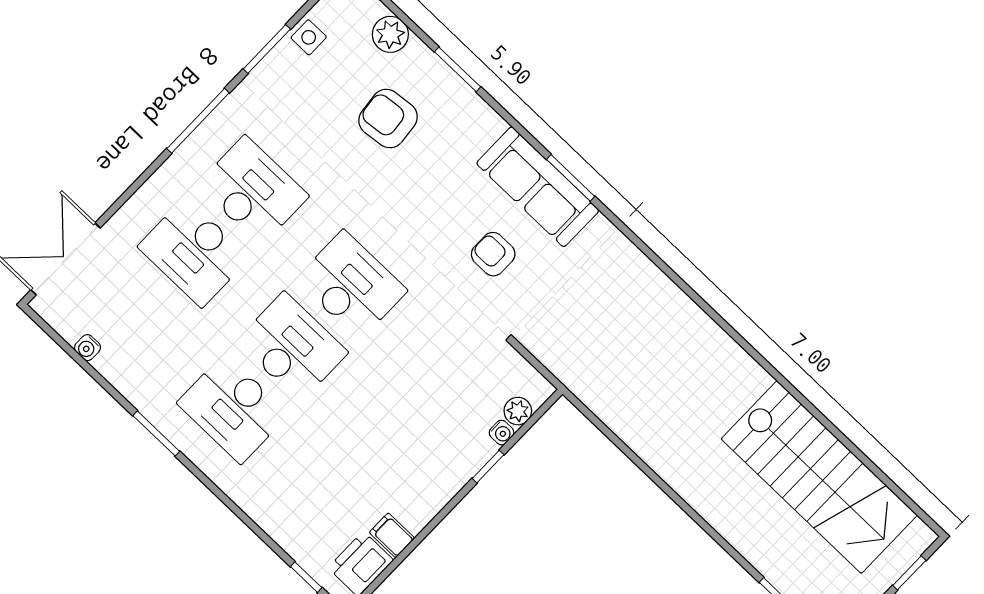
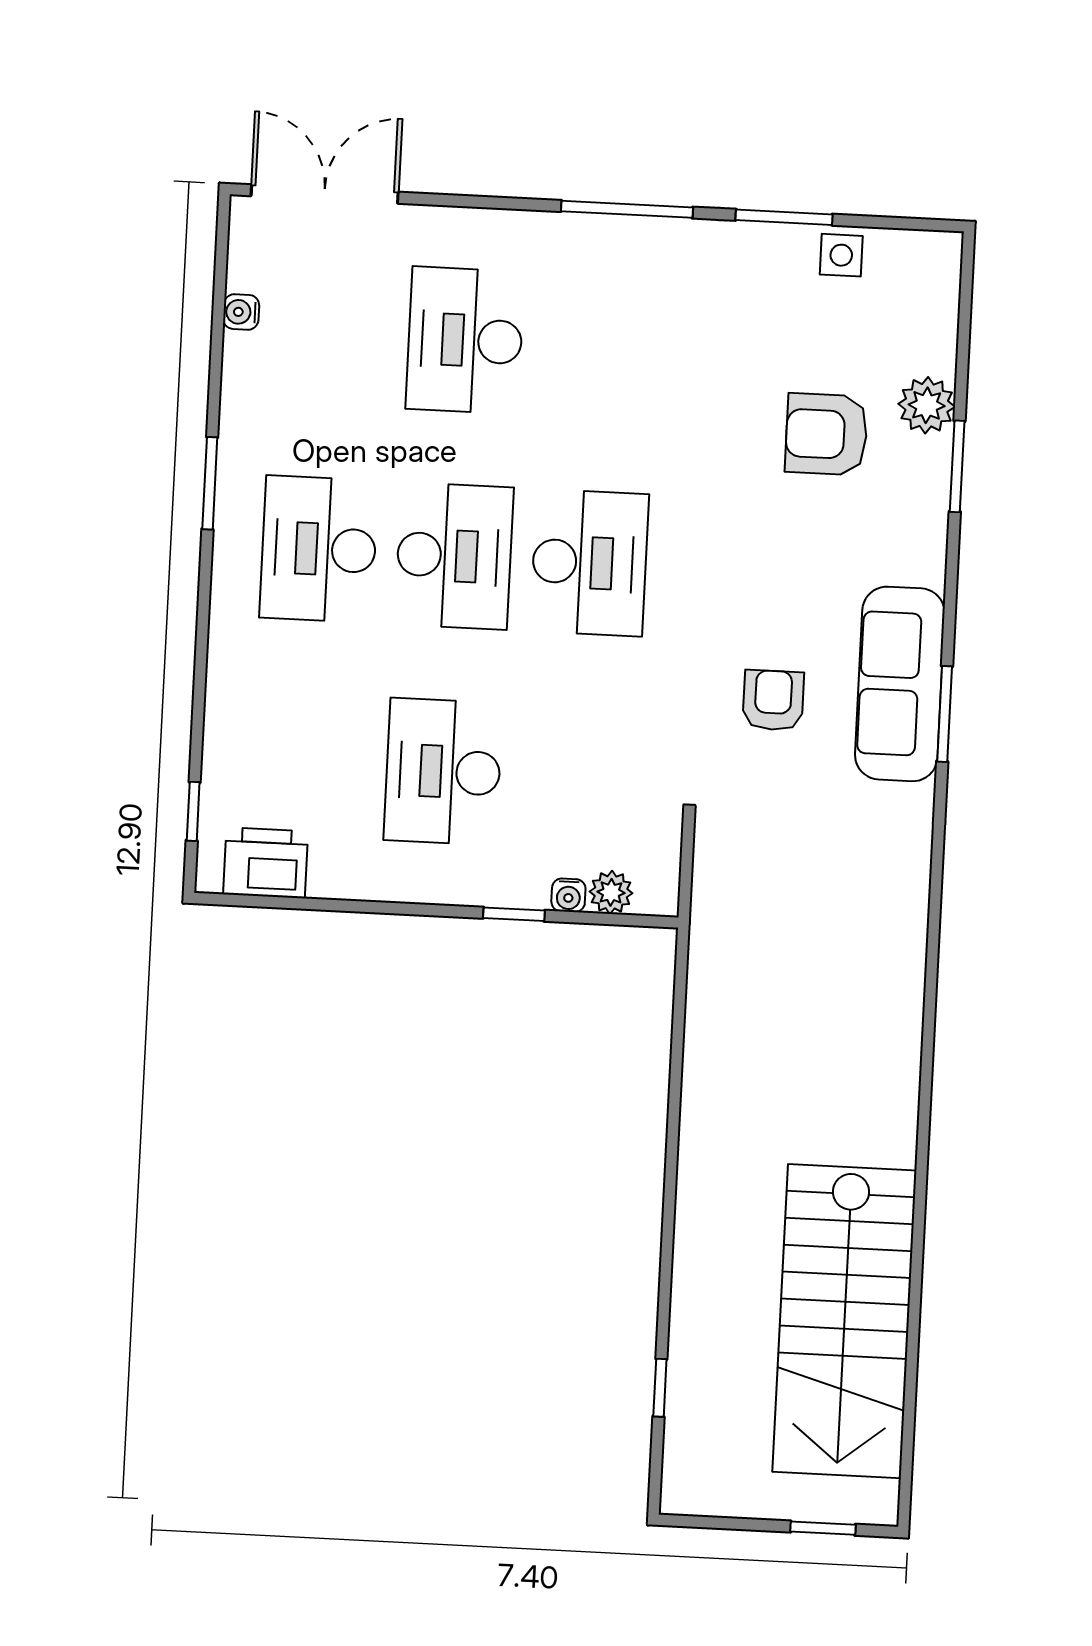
plant: (390, 34) -> (927, 405), moved
armchair: (388, 119) -> (826, 434), turned -84
desk: (253, 190) -> (443, 772), moved, turned 180
filing cabinet: (392, 535) -> (332, 871), removed

